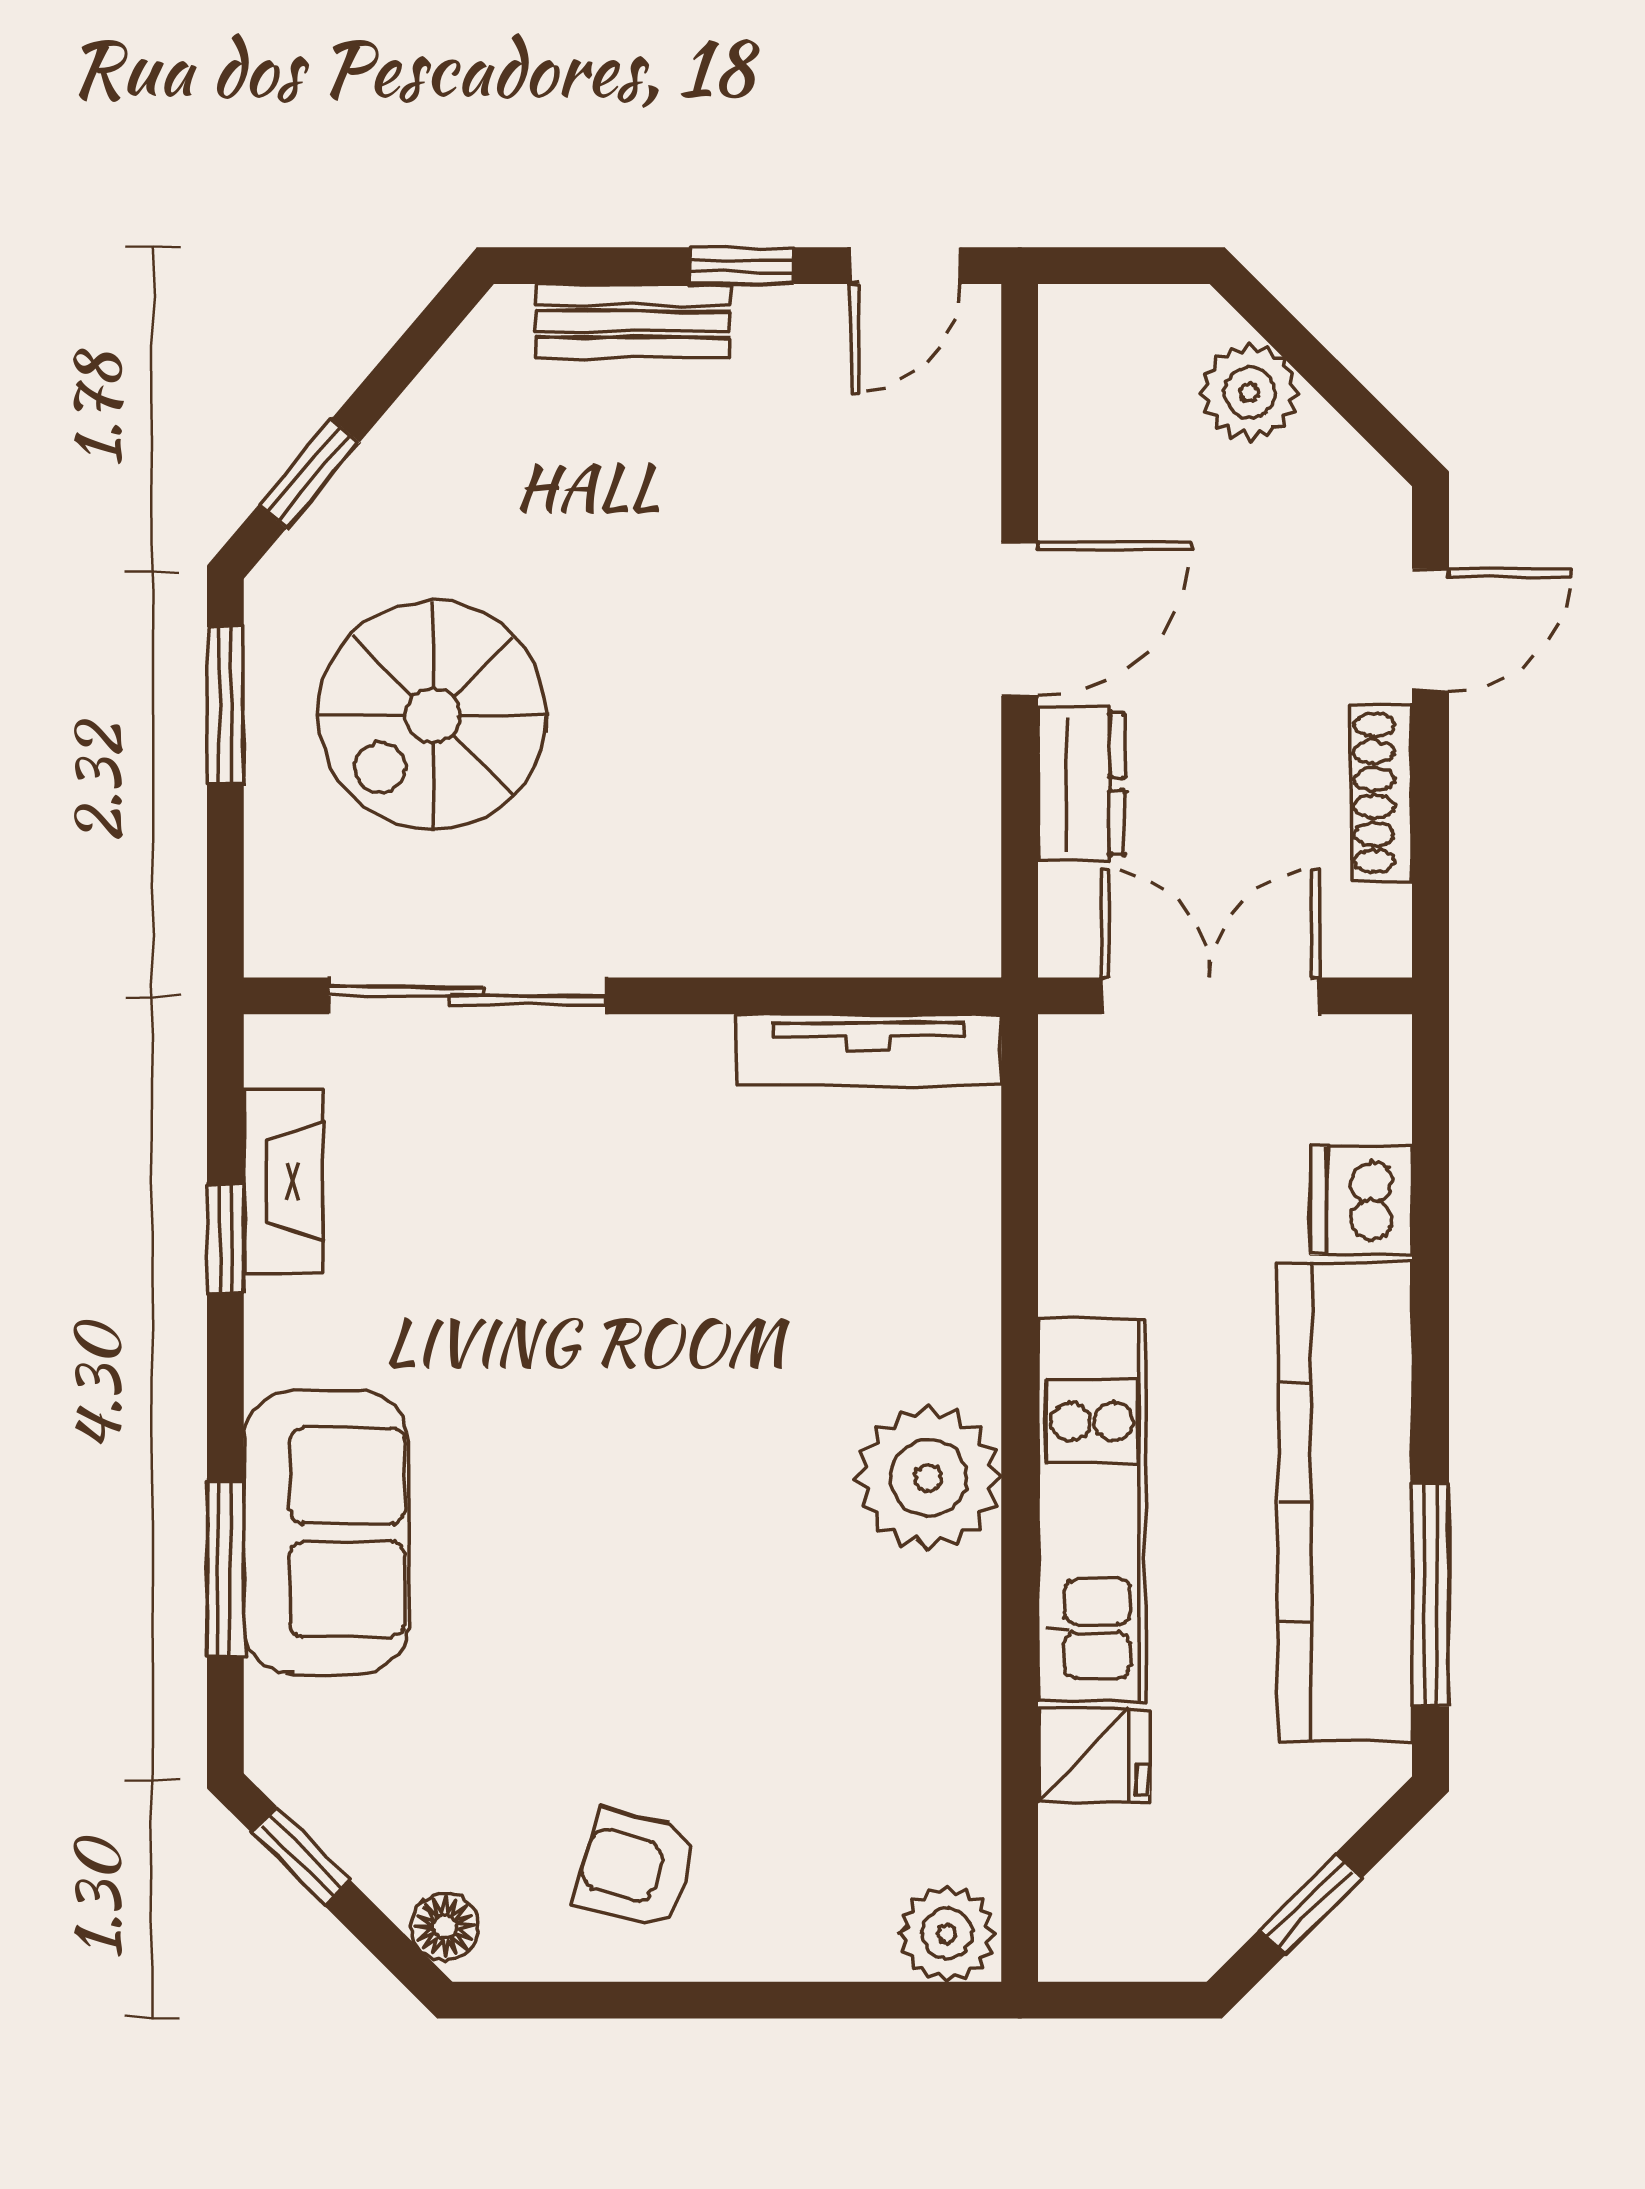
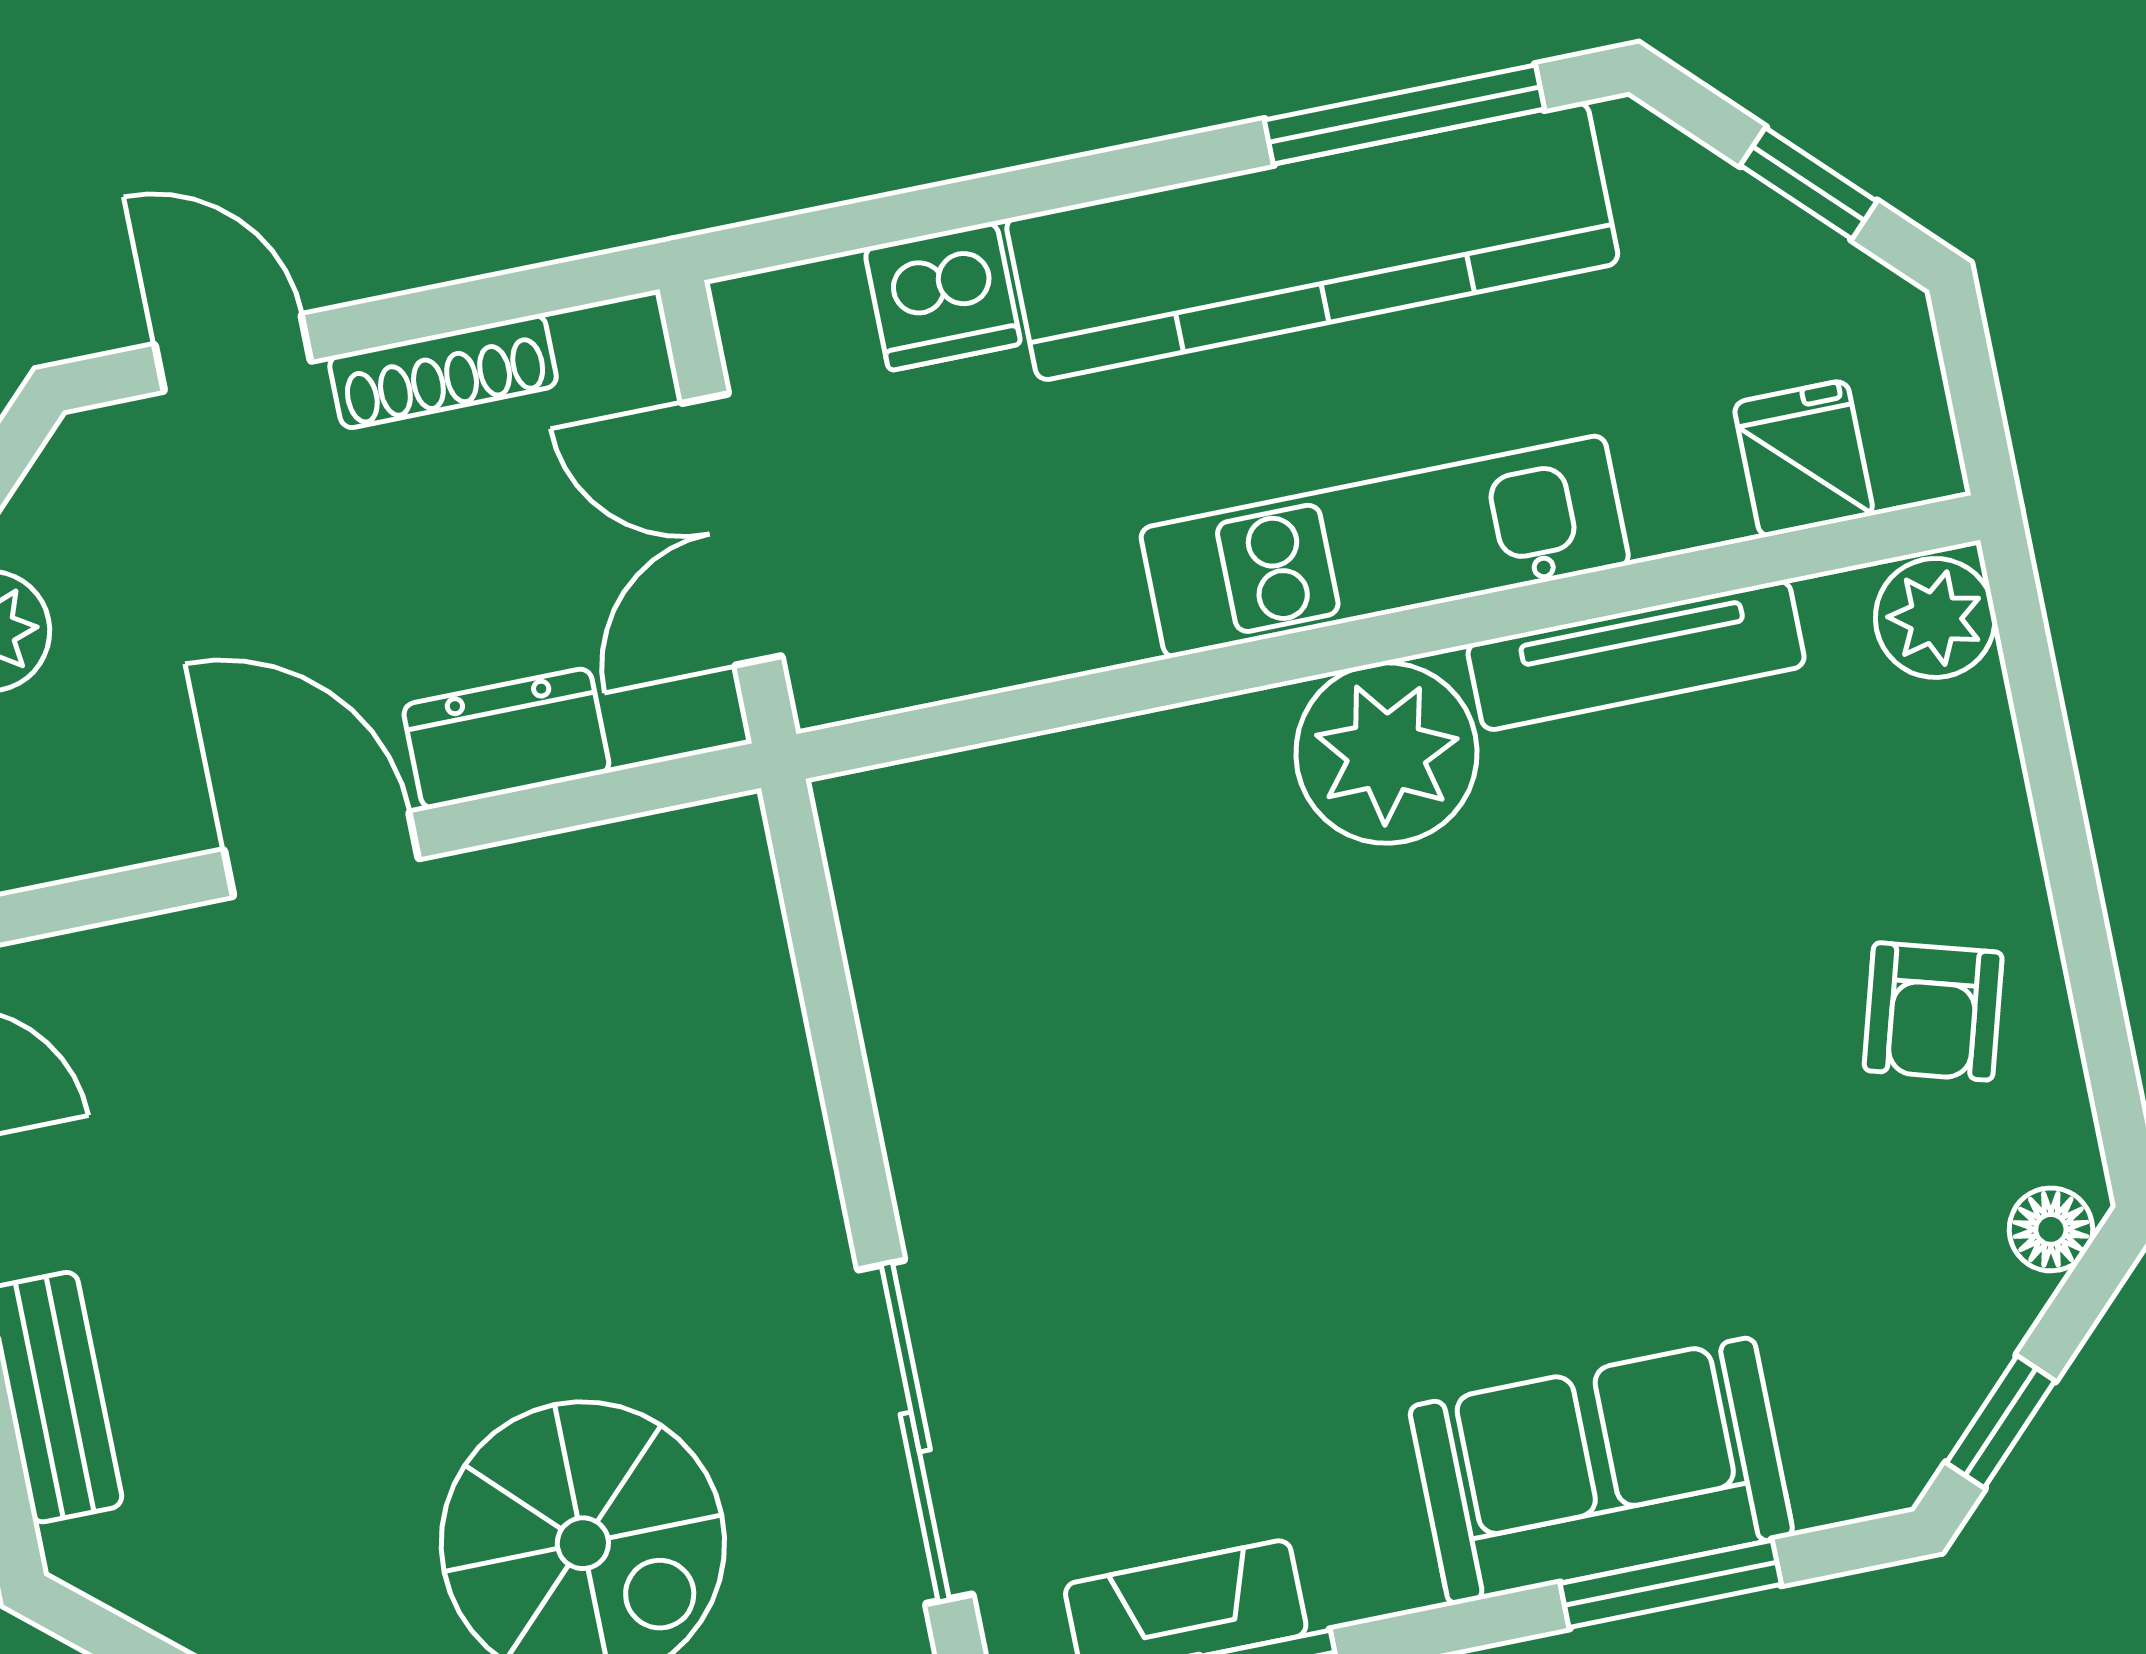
tv unit: (869, 1050) -> (1636, 655), moved, turned 90
fridge: (1094, 1755) -> (1804, 459), moved

